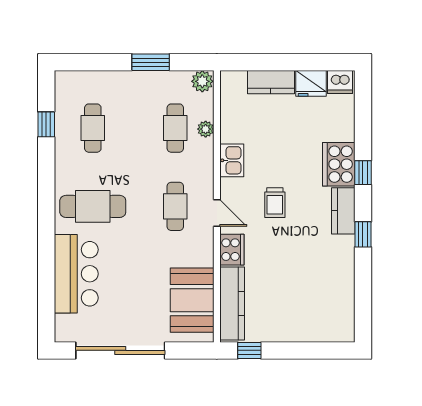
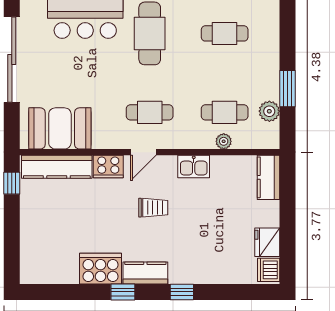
plant: (202, 81) -> (269, 111), moved
kitchen counter: (271, 82) -> (269, 177), moved
cooker: (339, 164) -> (101, 269), moved
trolley: (275, 203) -> (153, 208), turned 180

